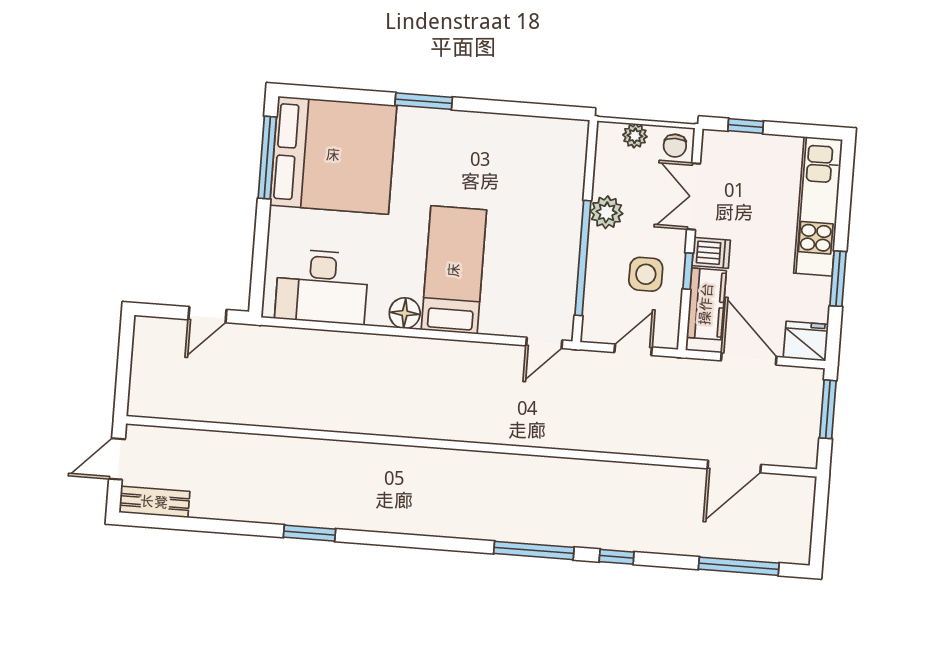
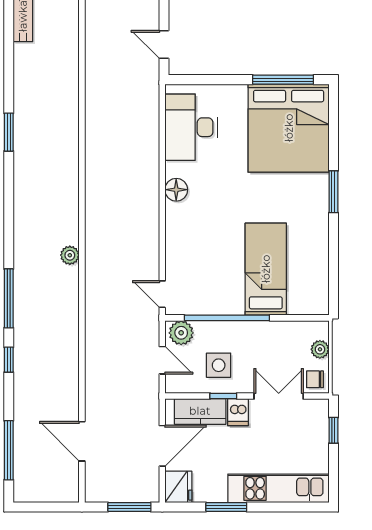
plant: (607, 212) -> (181, 333), moved
bed: (454, 270) -> (266, 269), moved, turned -90
plant: (482, 464) -> (70, 255), added

